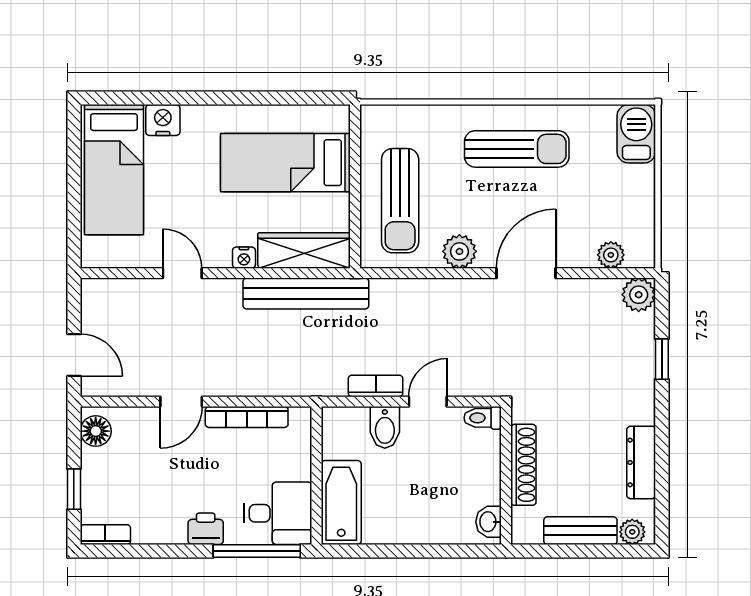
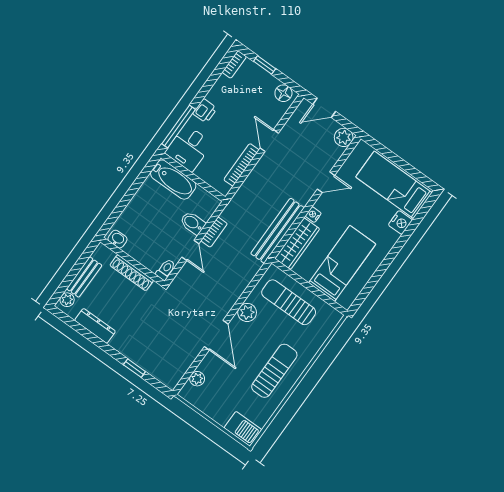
sun lounger: (517, 149) -> (274, 371), turned 180
plant: (639, 295) -> (344, 137), moved

